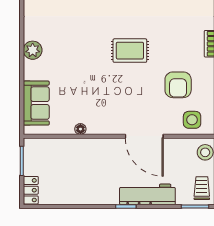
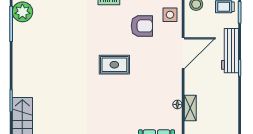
rug: (130, 51) -> (114, 65), turned 90
shelving: (76, 145) -> (190, 108), added

